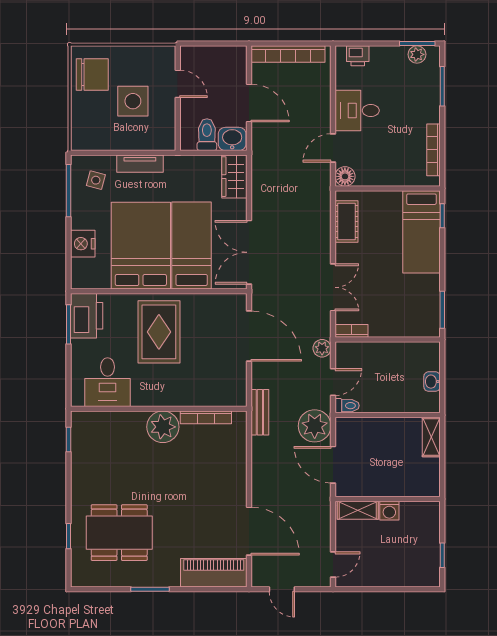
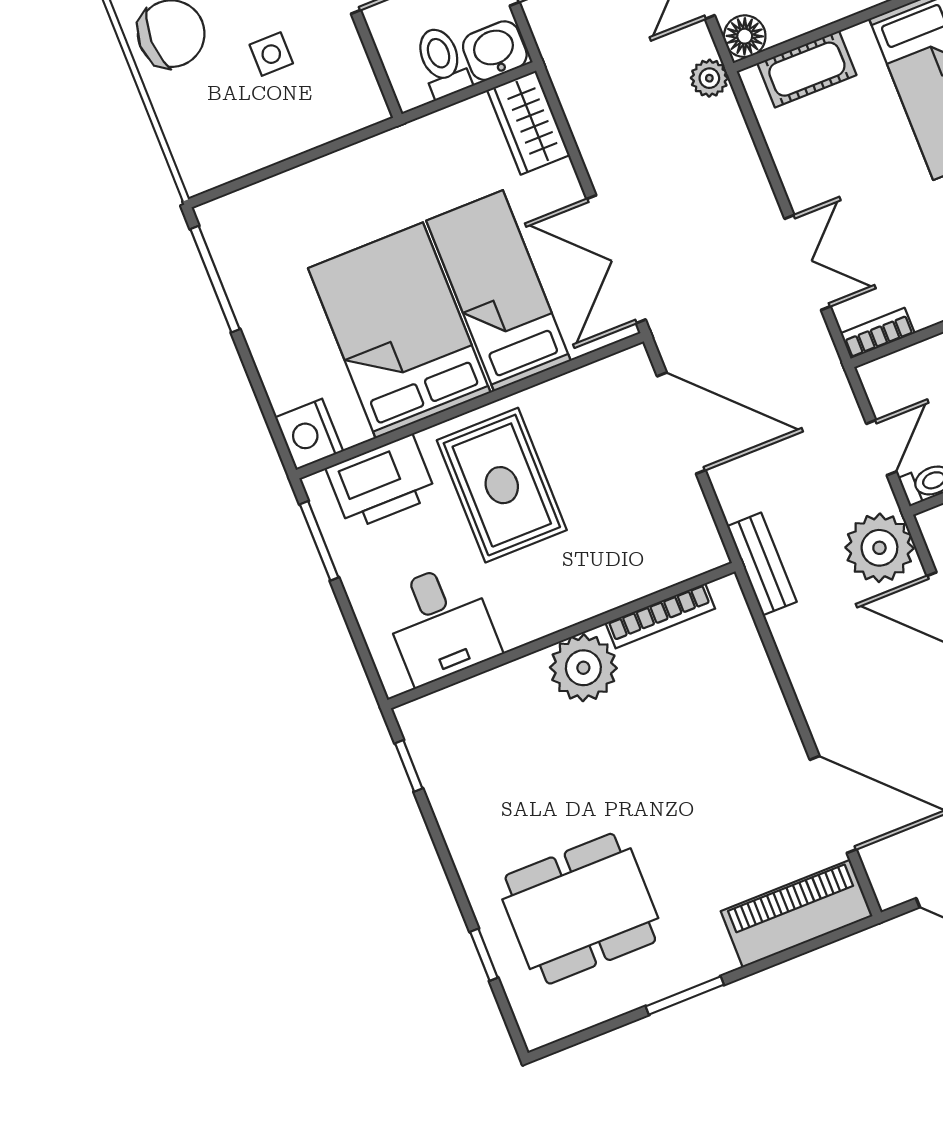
side table: (133, 101) -> (271, 54), width x0.54, depth x0.54
tv unit: (140, 164) -> (334, 171), removed
side table: (96, 180) -> (260, 238), removed
cot: (346, 222) -> (807, 69), moved, turned 90
nightstand: (83, 244) -> (309, 434), moved
printer: (87, 316) -> (381, 482), moved, turned 90
plant: (322, 348) -> (709, 78), moved

